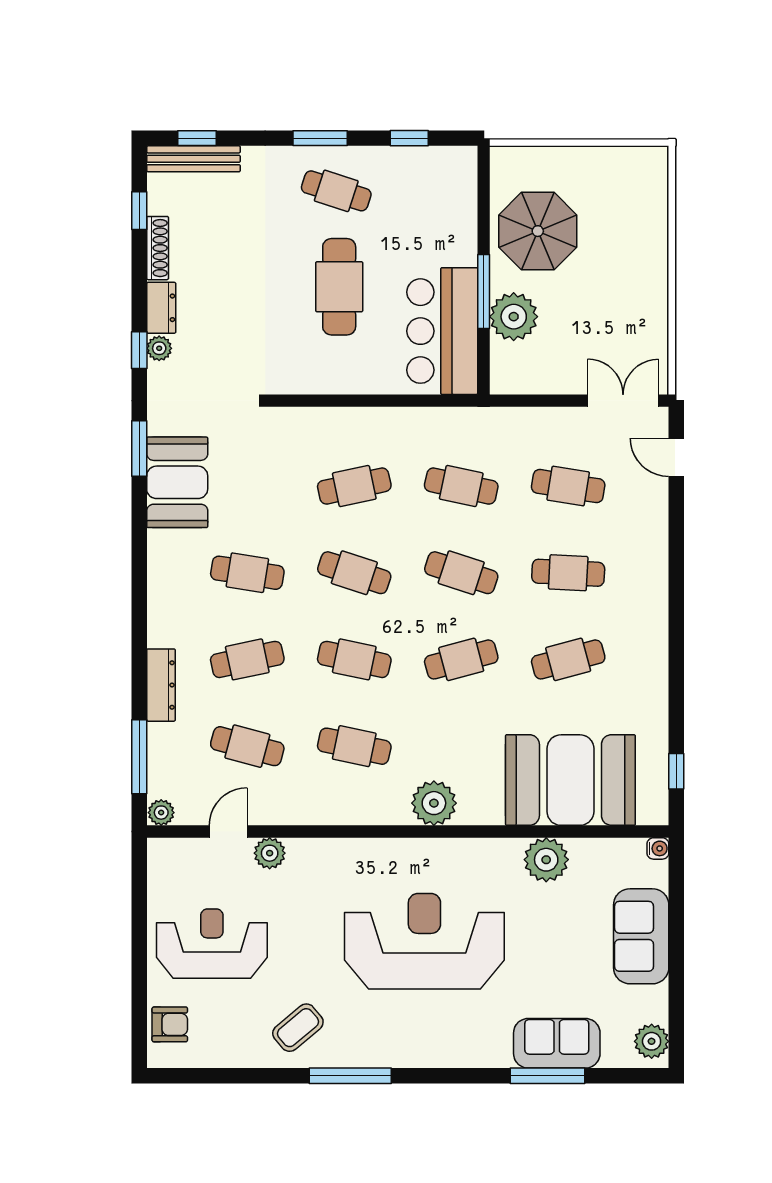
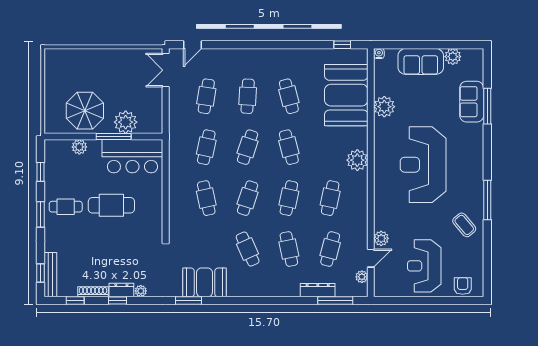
cafe table: (336, 191) -> (66, 207), turned 72
plant: (462, 219) -> (79, 147), added
window: (139, 350) -> (118, 301), moved
cafe table: (247, 573) -> (248, 249), turned -33
dresser: (161, 685) -> (318, 290), moved
plant: (161, 813) -> (362, 277), moved
door: (228, 832) -> (371, 258), swing flipped
plant: (652, 1041) -> (453, 57), moved

